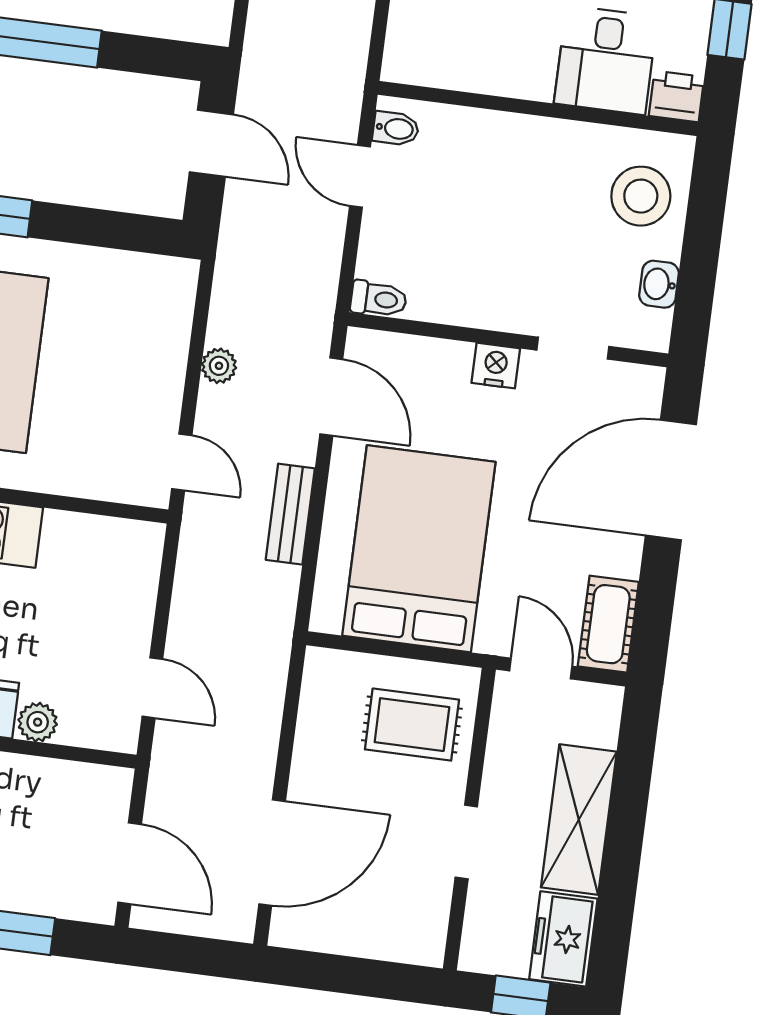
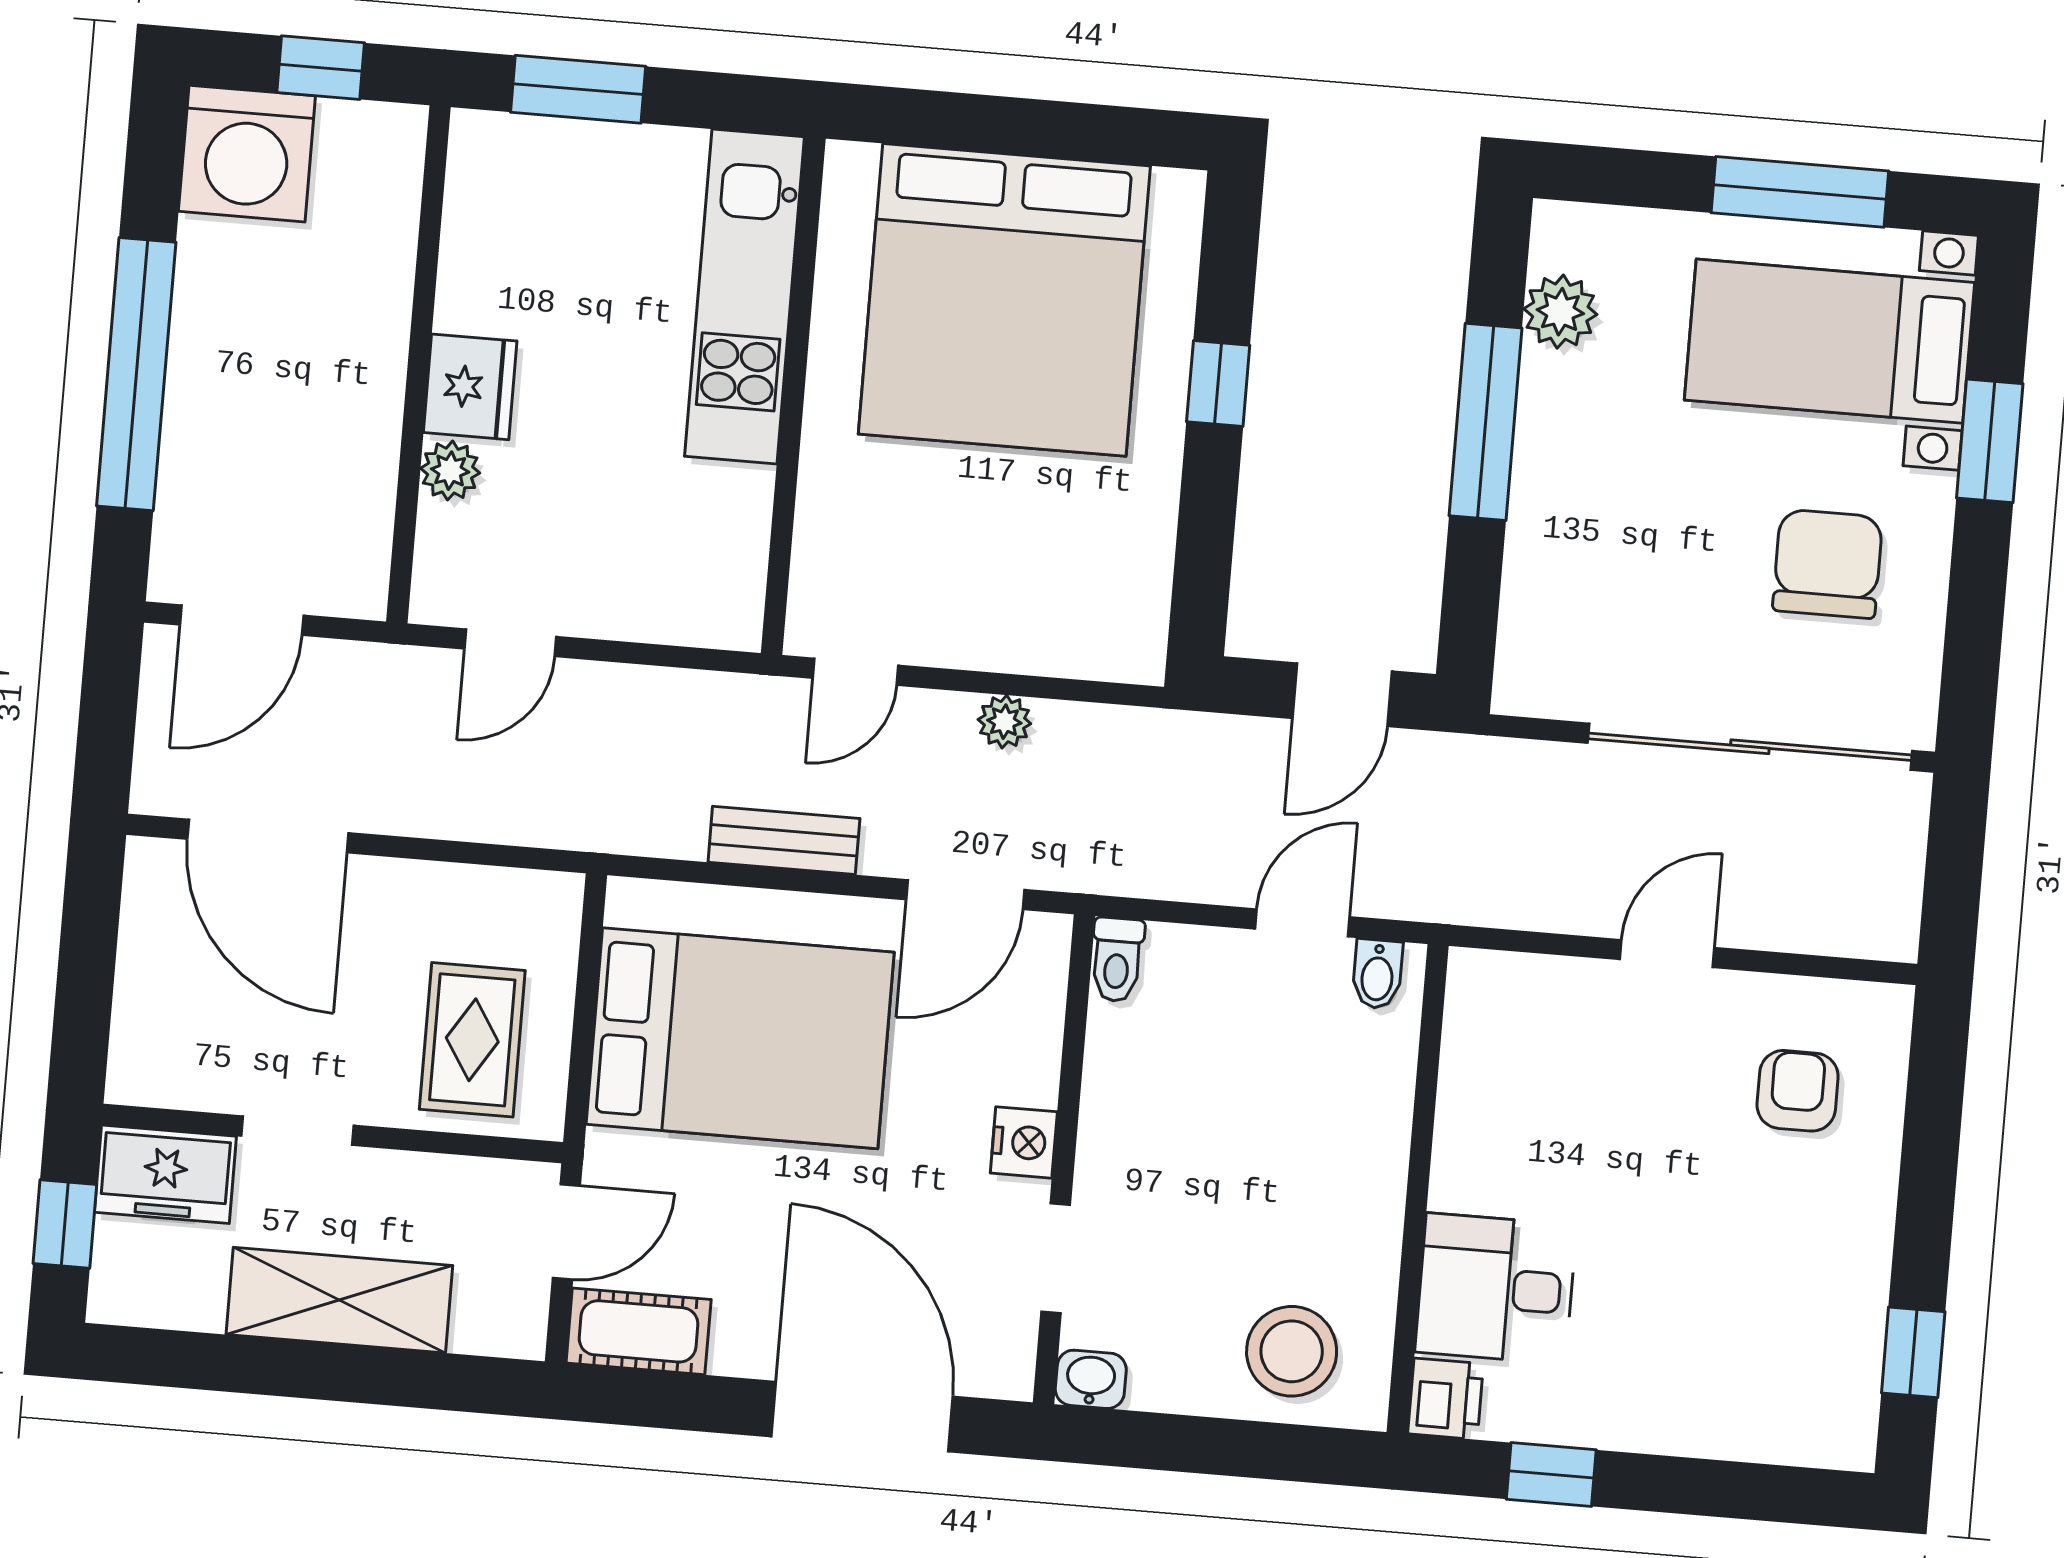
washbasin: (659, 284) -> (1091, 1379), moved
freezer: (563, 939) -> (165, 1174), moved, turned 180

